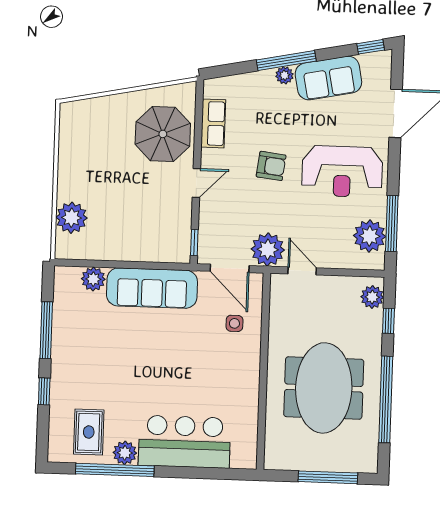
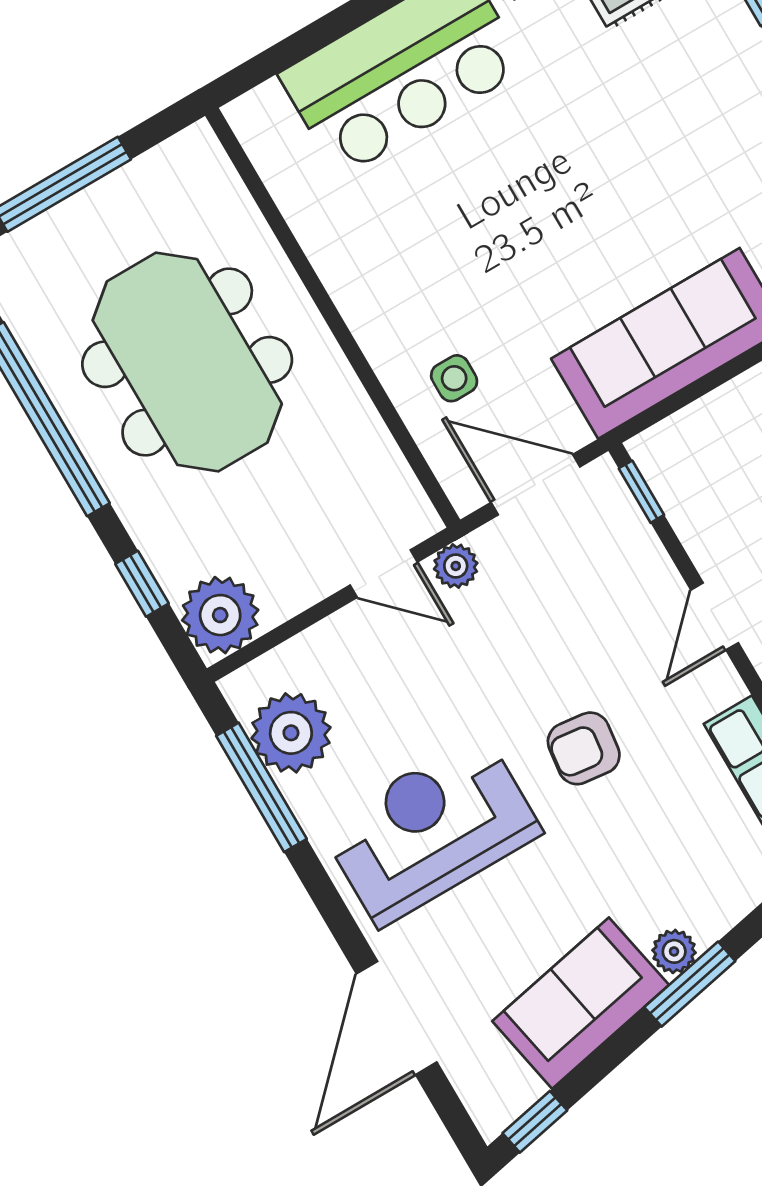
window: (286, 60) -> (690, 984), width x0.69
plant: (268, 250) -> (456, 566), width x0.53, depth x0.53
plant: (372, 297) -> (220, 615), width x1.36, depth x1.36

